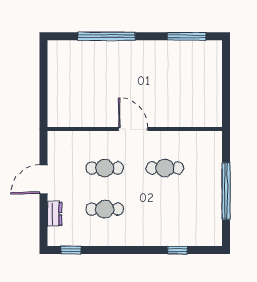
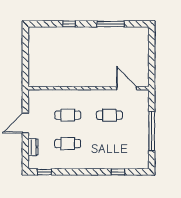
window: (107, 36) -> (69, 24), width x0.32
window: (186, 36) -> (111, 24), moved
door: (133, 129) -> (127, 88), moved

